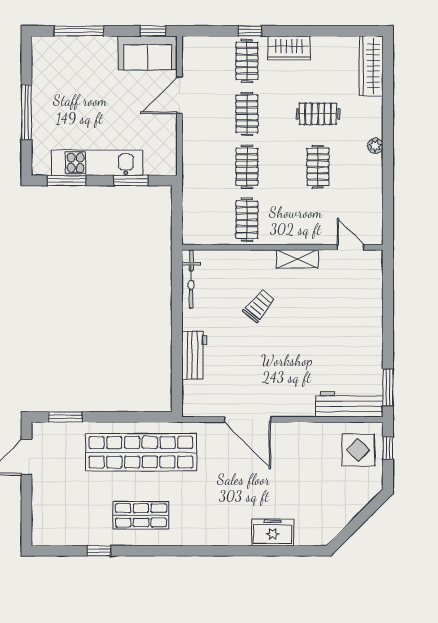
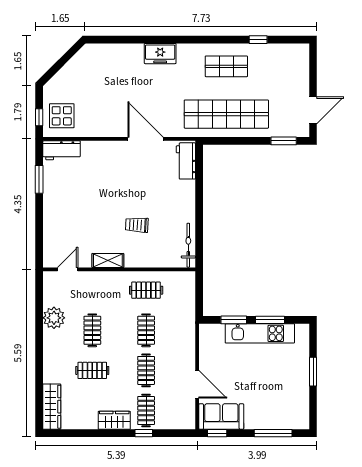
door: (179, 95) -> (197, 384), hinge flipped
window: (26, 112) -> (313, 372), width x0.69
plant: (375, 146) -> (54, 318), moved, width x1.88, depth x1.88
window: (67, 181) -> (270, 320), moved
clothes rail: (247, 220) -> (146, 290), turned 90
door: (350, 247) -> (68, 269), swing flipped
trolley: (259, 306) -> (137, 225), turned 53
workbench: (194, 355) -> (186, 161), moved
window: (388, 387) -> (39, 179), moved
workbench: (349, 404) -> (62, 150), width x0.73
freezer: (273, 532) -> (160, 54), moved

